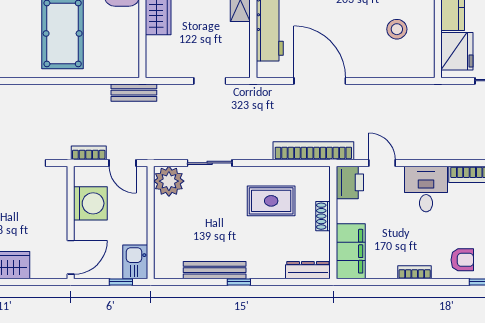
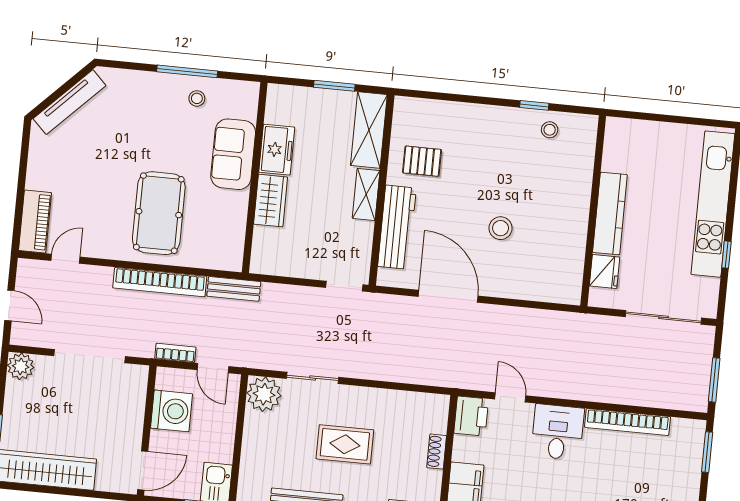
stool: (397, 29) -> (501, 228), moved
fridge: (457, 51) -> (605, 272), width x0.73, depth x0.75
doorway: (210, 81) -> (344, 286), moved
bookcase: (313, 151) -> (160, 282), moved, turned 180
rug: (271, 201) -> (345, 444), moved

